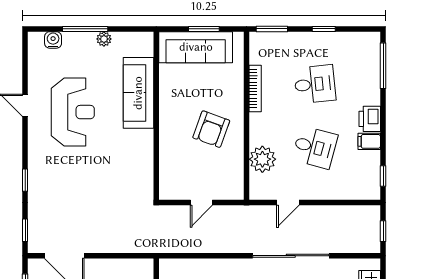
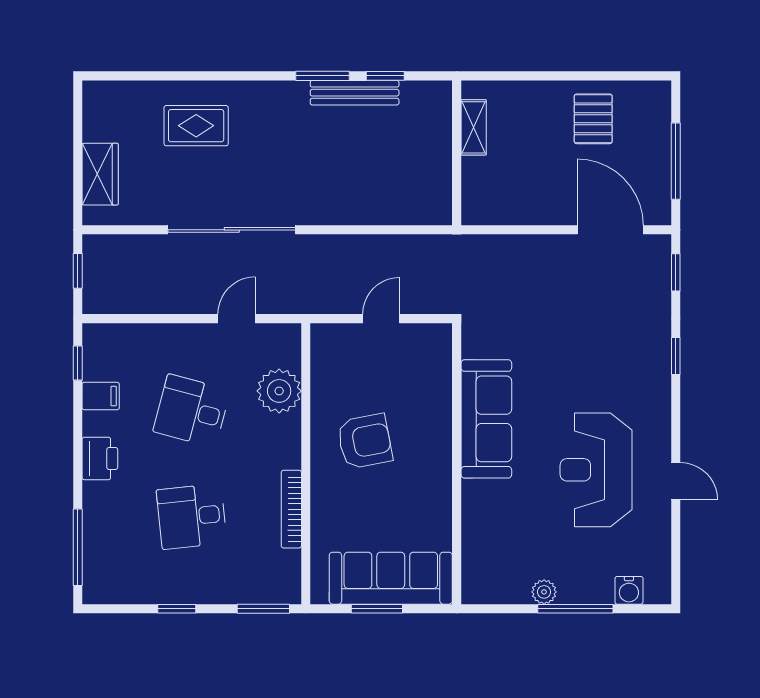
sofa: (138, 93) -> (486, 419), moved
armchair: (211, 129) -> (365, 441), turned 59
filing cabinet: (369, 141) -> (101, 396), moved

